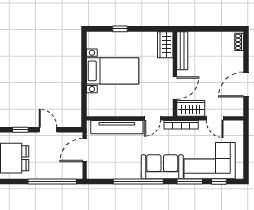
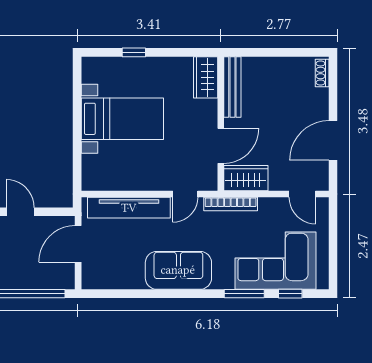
door: (215, 118) -> (302, 194), moved
sofa: (162, 167) -> (178, 270), moved
window: (138, 181) -> (163, 294), removed

